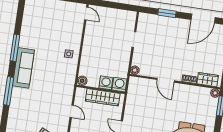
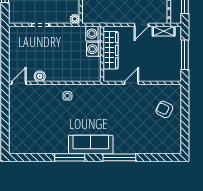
boiler: (82, 81) -> (40, 76), moved

